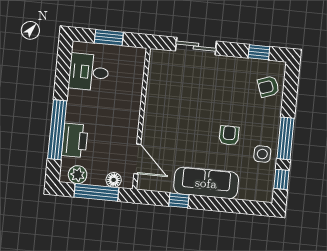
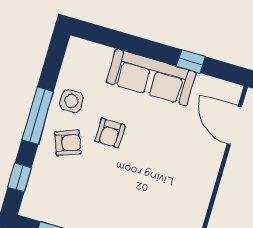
armchair: (268, 87) -> (68, 143), moved
window: (281, 179) -> (20, 177), moved

